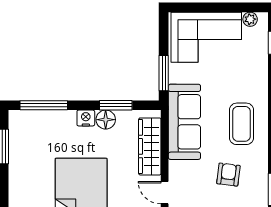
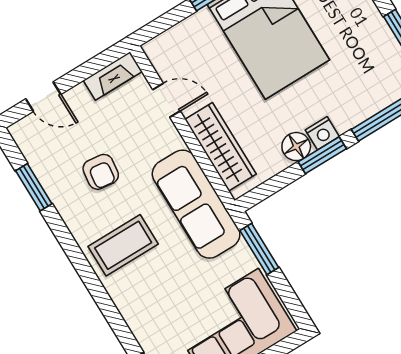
window: (116, 105) -> (322, 155), moved
coffee table: (241, 124) -> (123, 245), turned 90

